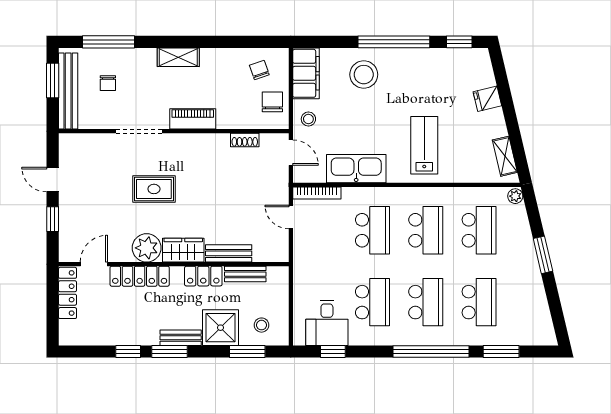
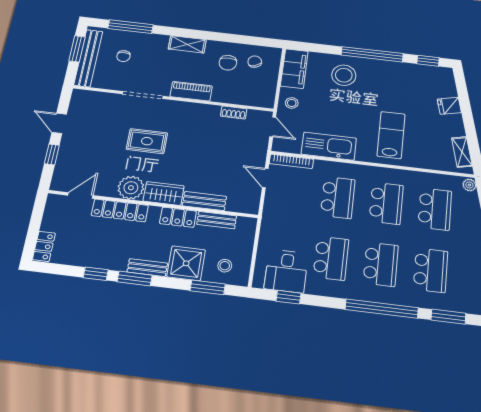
chair: (272, 102) -> (228, 63), moved, turned 180
locker: (68, 293) -> (44, 246), moved, width x0.66

